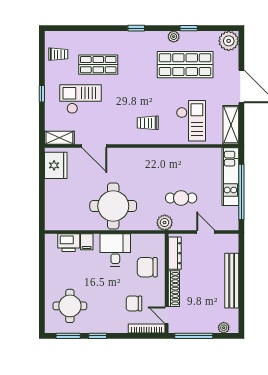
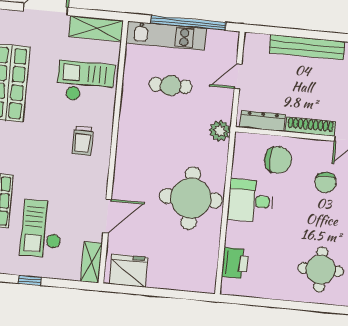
cafe table: (181, 198) -> (171, 86), moved, turned 90
filing cabinet: (87, 242) -> (236, 239), removed
chair: (147, 267) -> (278, 160), turned -90

